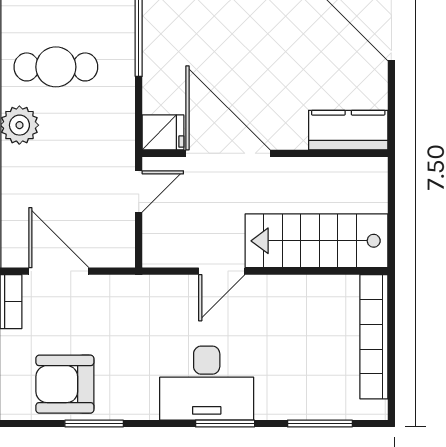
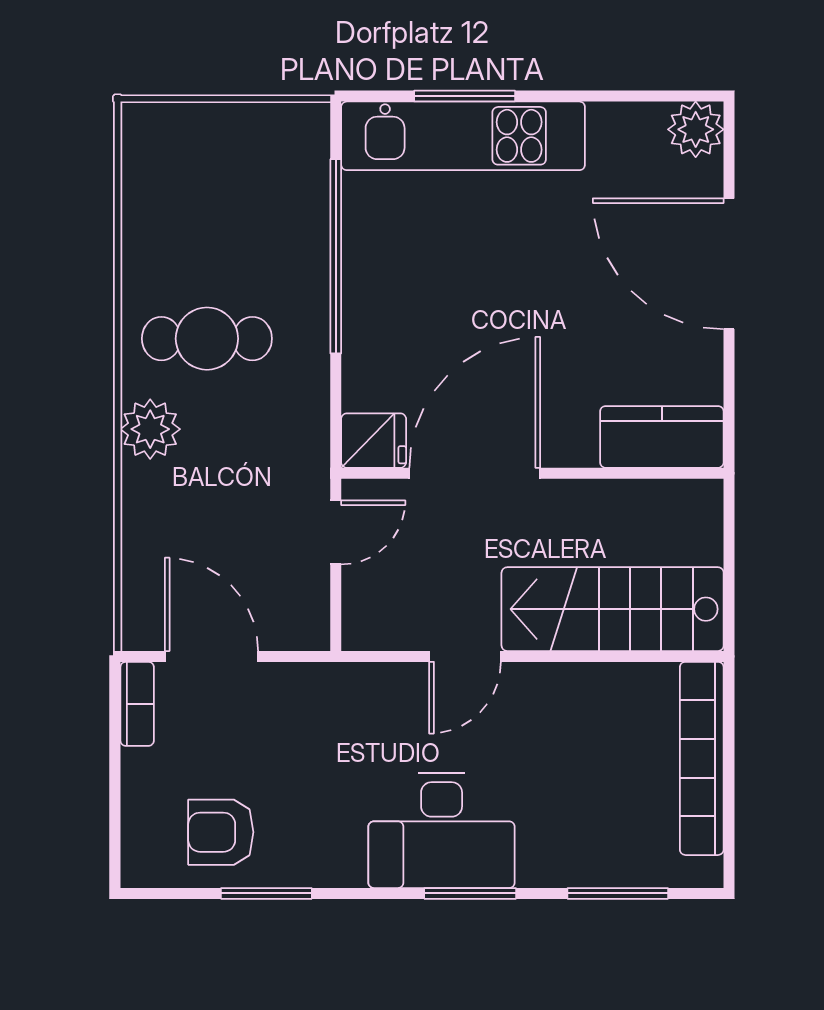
door: (228, 153) -> (475, 473), hinge flipped
armchair: (65, 384) -> (221, 832), width x0.72, depth x0.72

